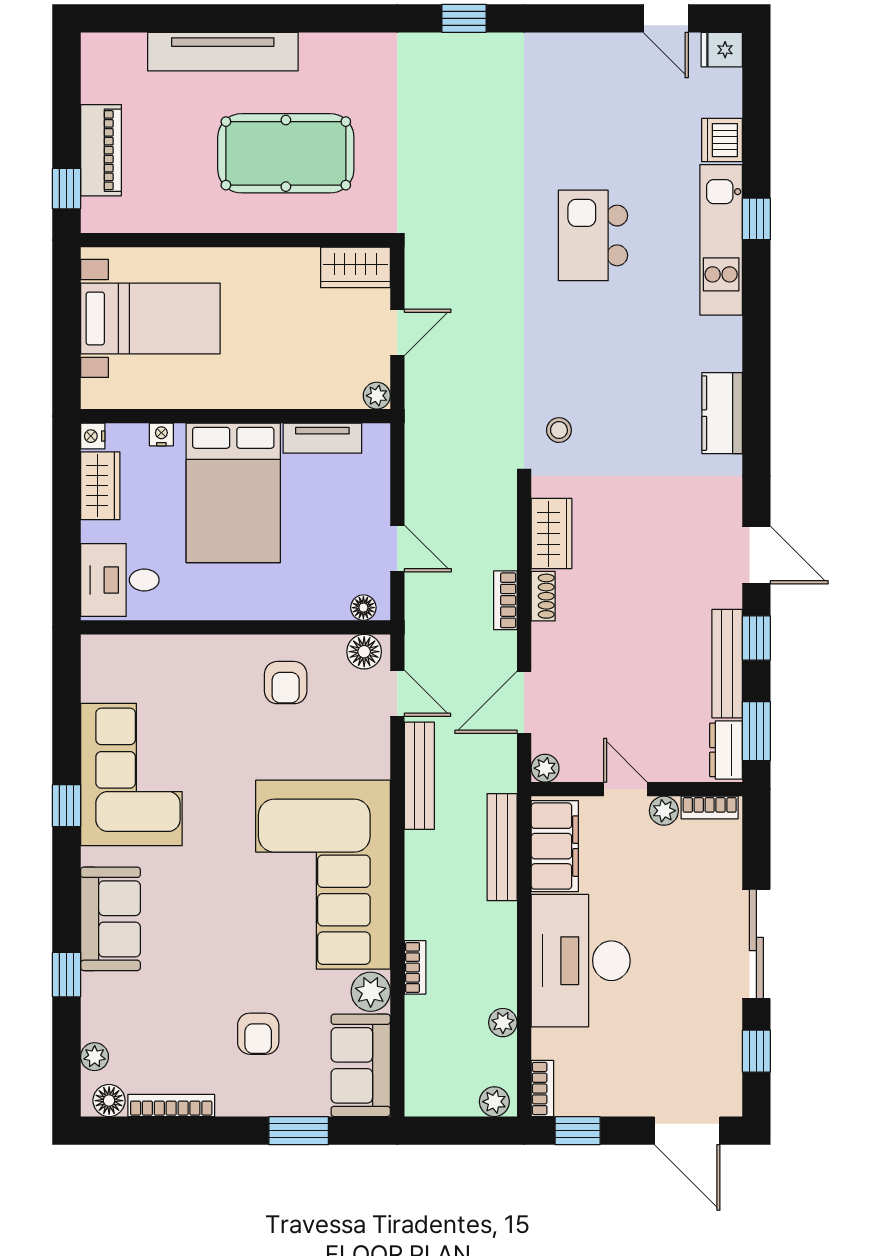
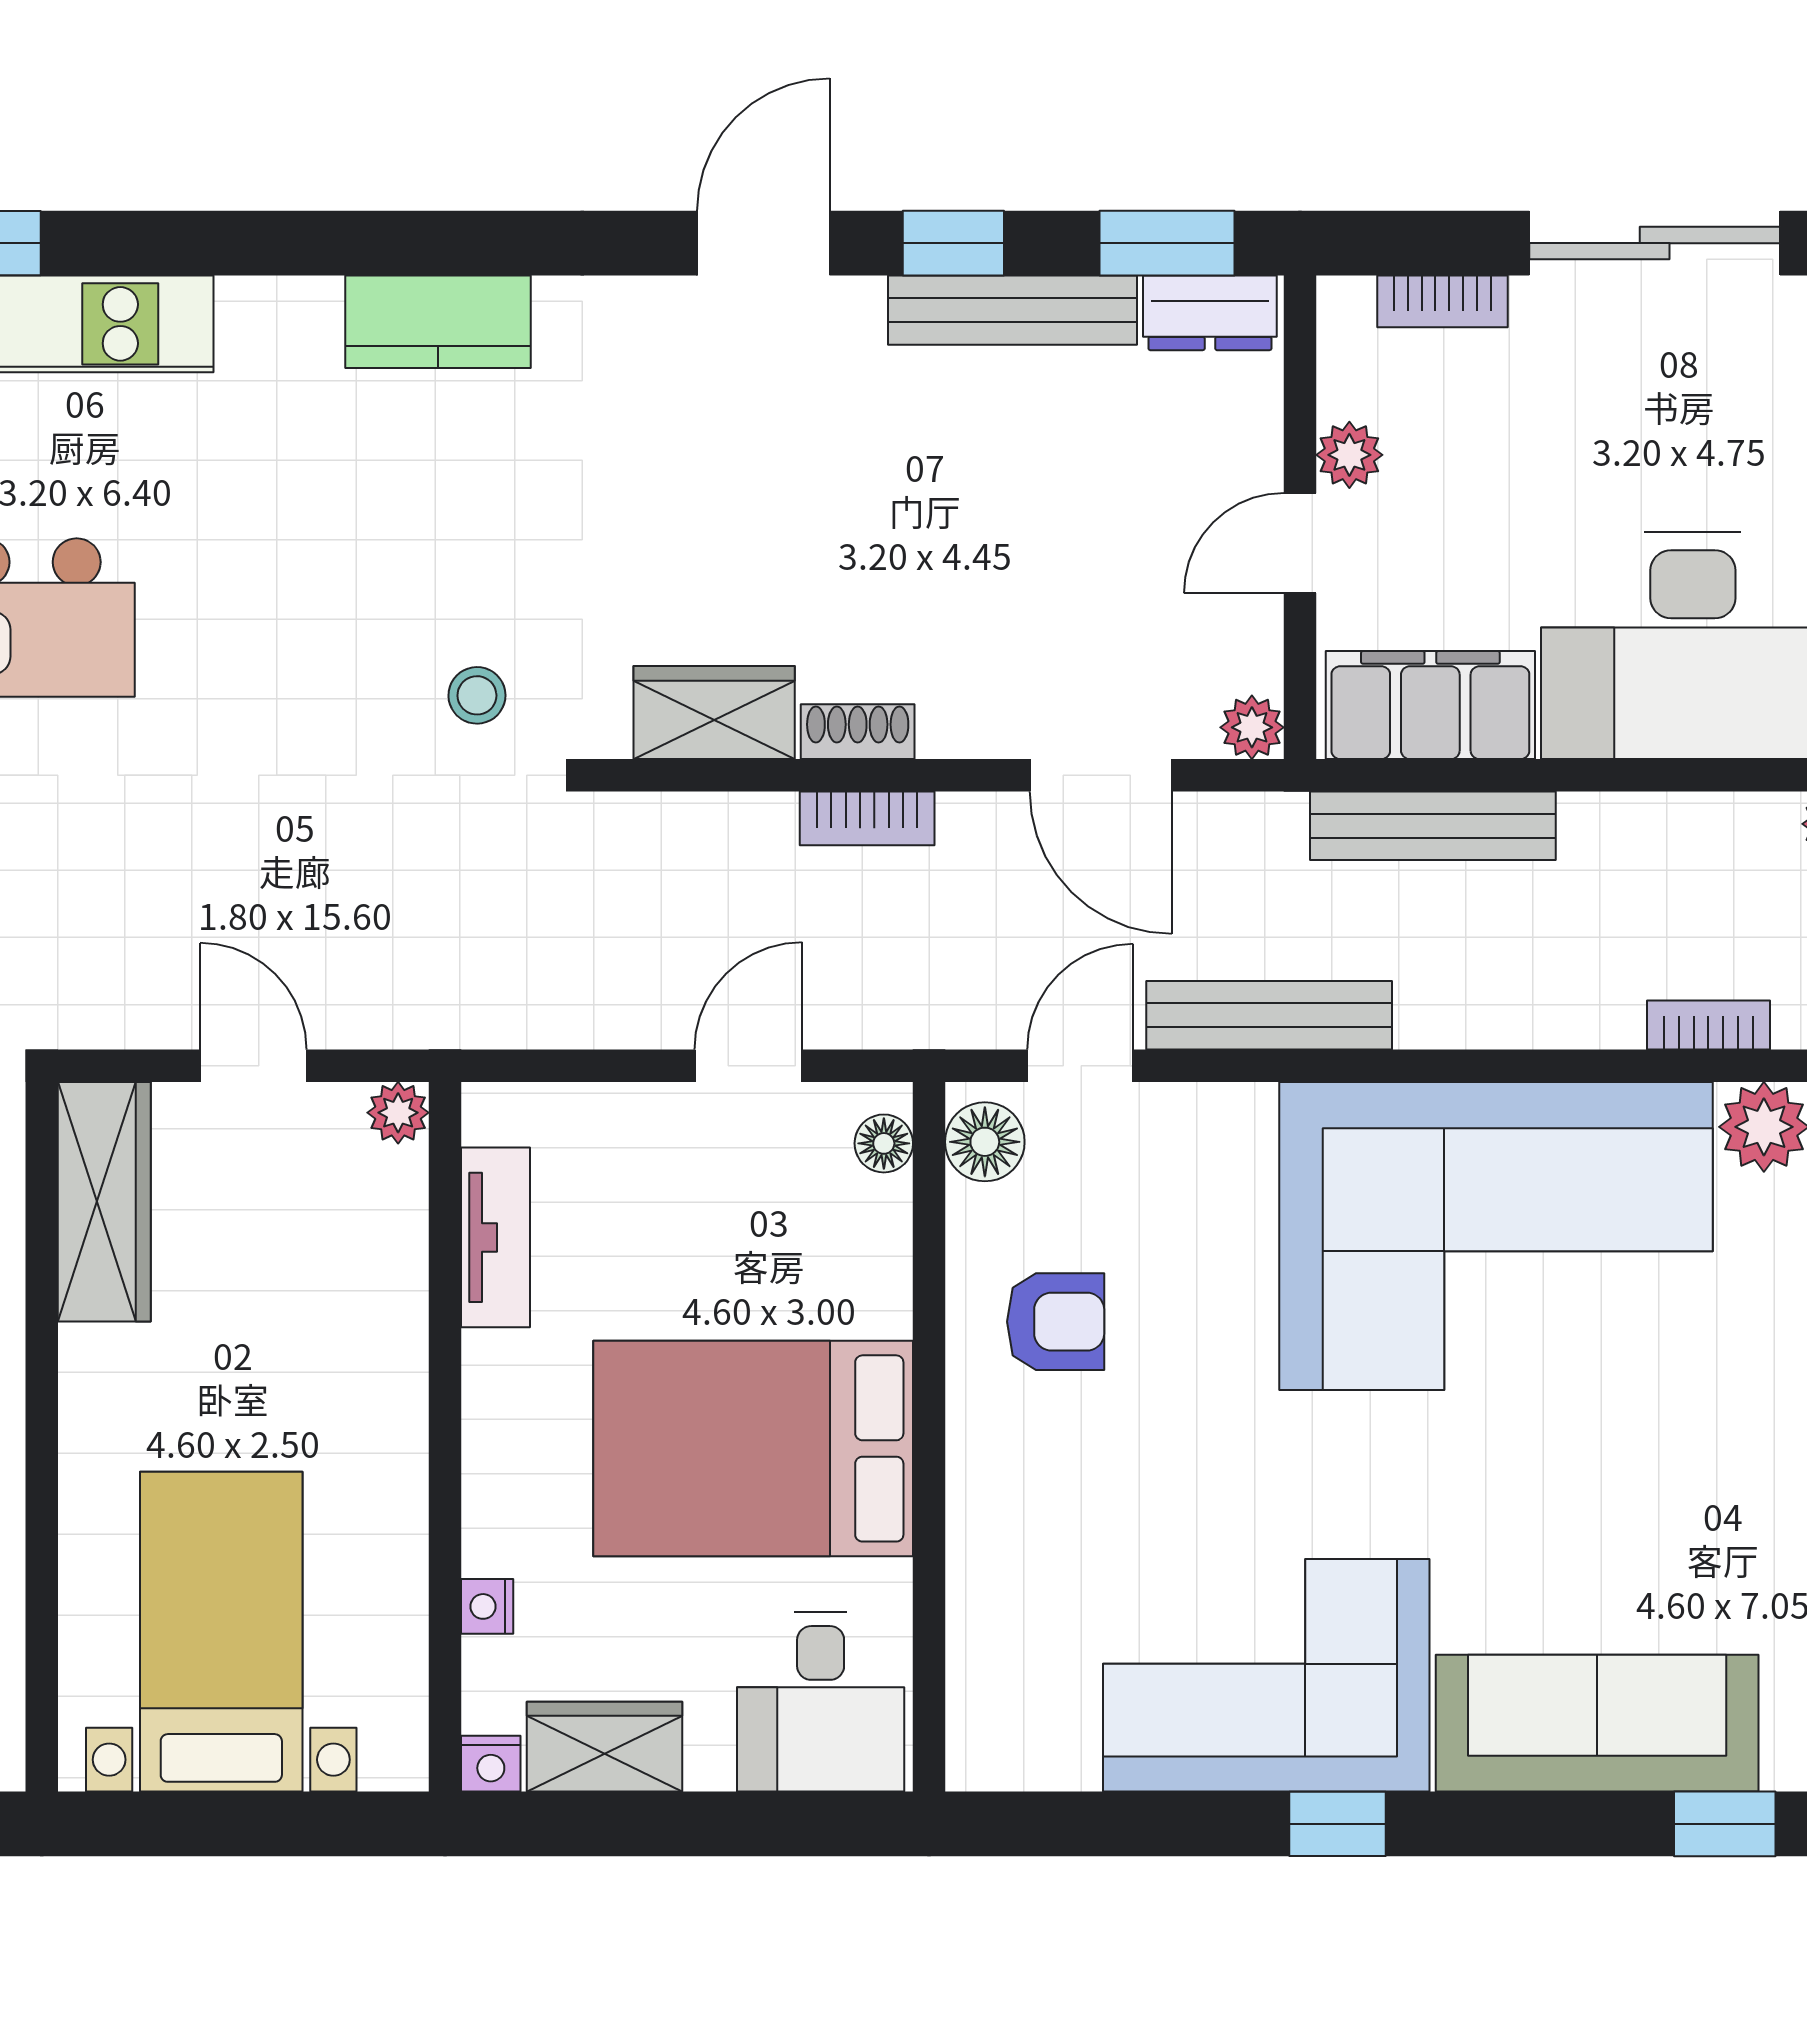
wardrobe: (355, 267) -> (104, 1202), width x1.50
bed: (233, 493) -> (753, 1448), moved, turned 180
bookcase: (710, 808) -> (1442, 301), moved, turned 90
sofa: (110, 919) -> (1597, 1723), width x1.36

